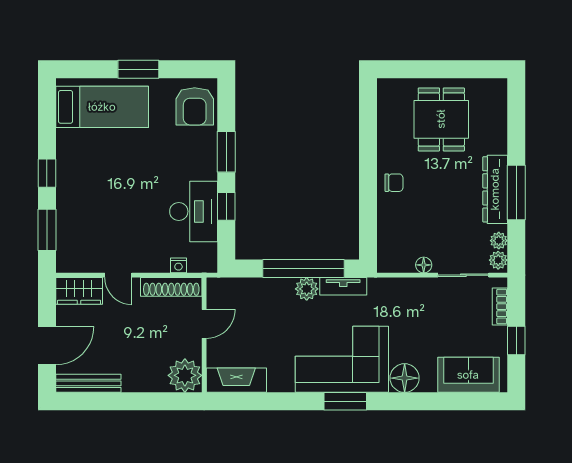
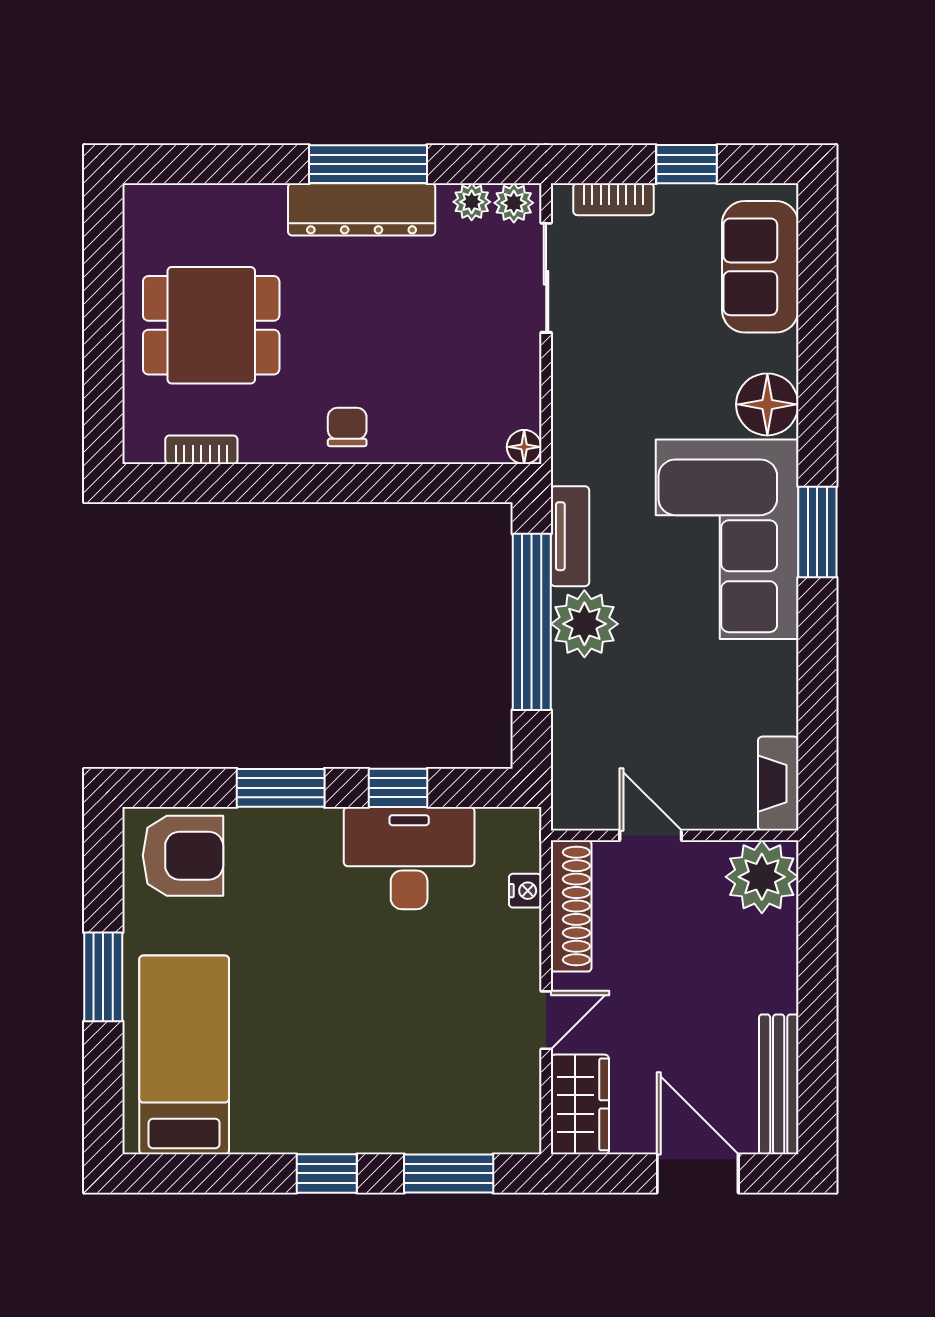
bookcase: (383, 115) -> (201, 450), added
floor lamp: (424, 265) -> (524, 447), moved
plant: (307, 289) -> (584, 624), width x1.36, depth x1.36
fireplace: (236, 380) -> (778, 784), width x0.73, depth x0.76

